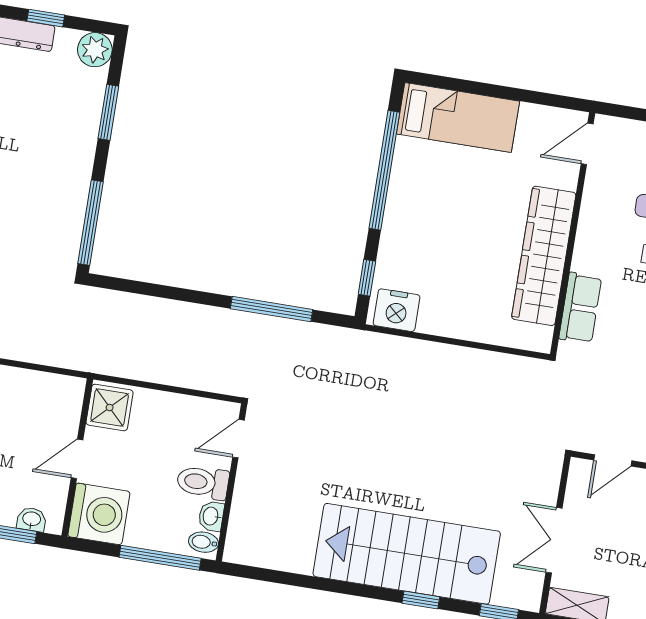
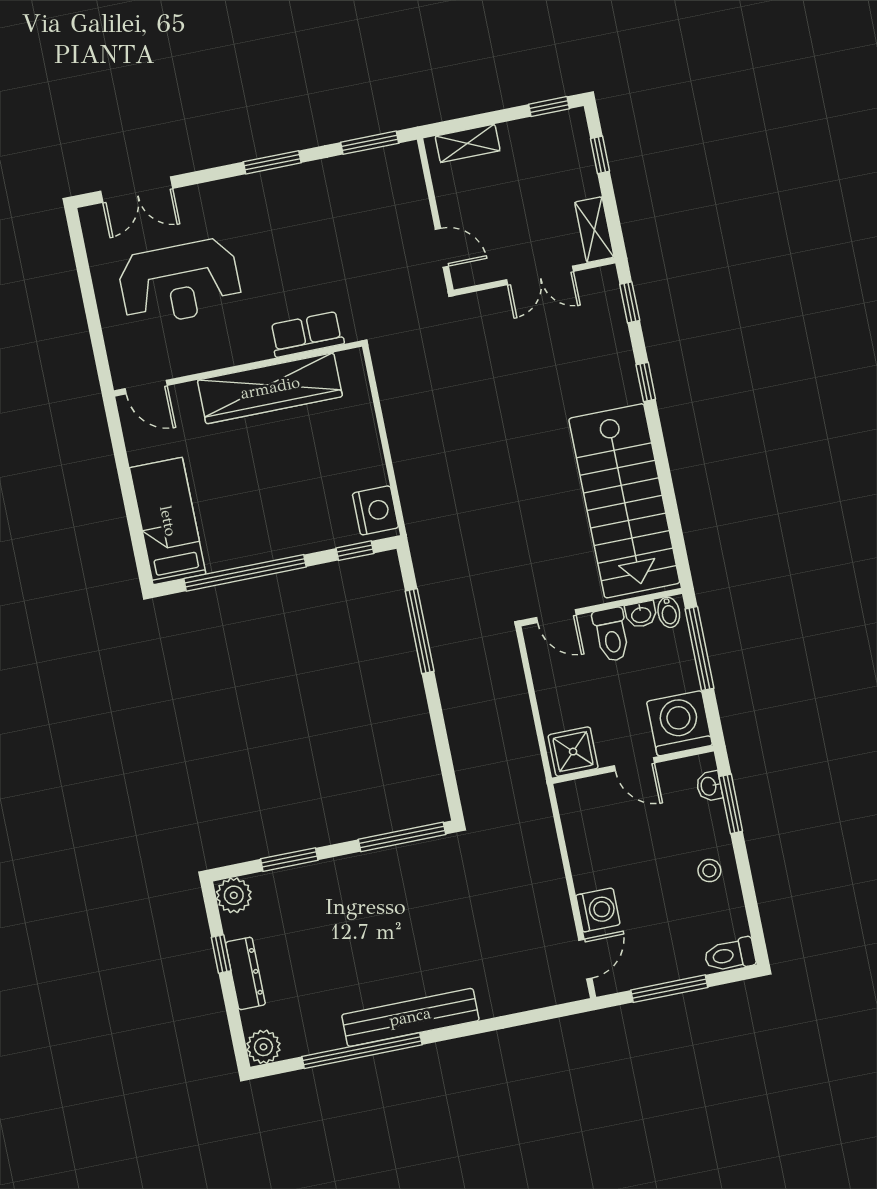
stairs: (407, 554) -> (624, 501), moved

